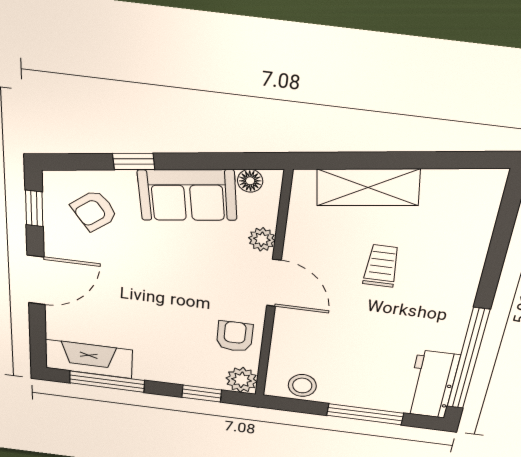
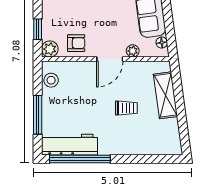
workbench: (432, 385) -> (69, 145), width x1.37

